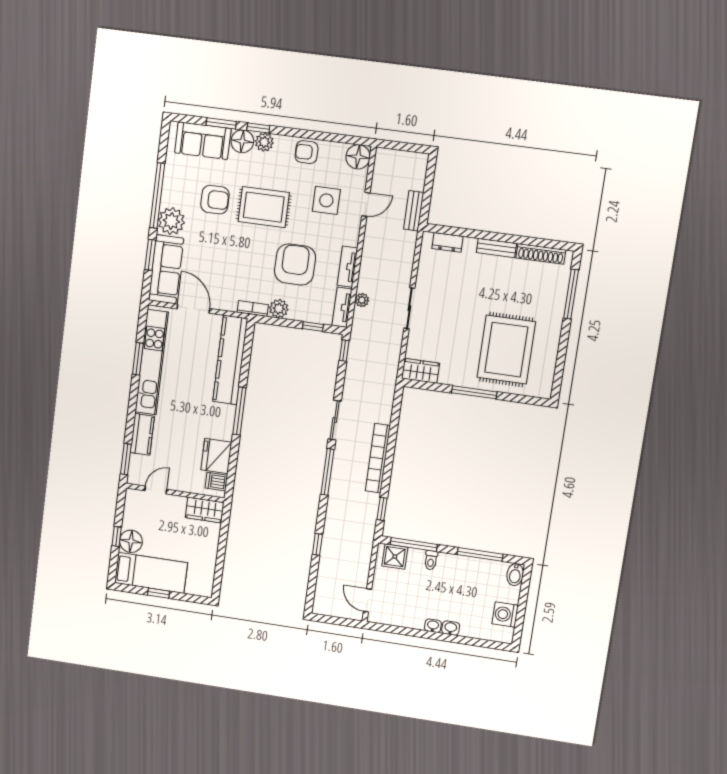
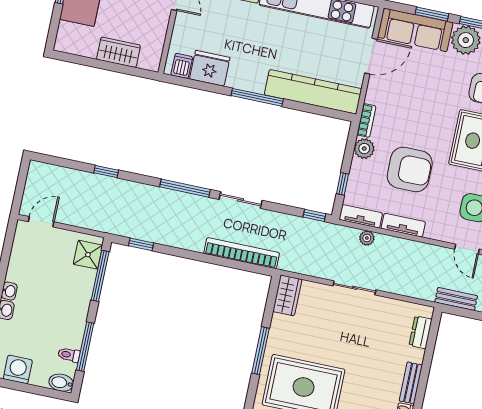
bookcase: (378, 458) -> (242, 253), moved
wardrobe: (205, 510) -> (119, 52), moved, turned 90
toilet: (431, 560) -> (69, 355), moved

